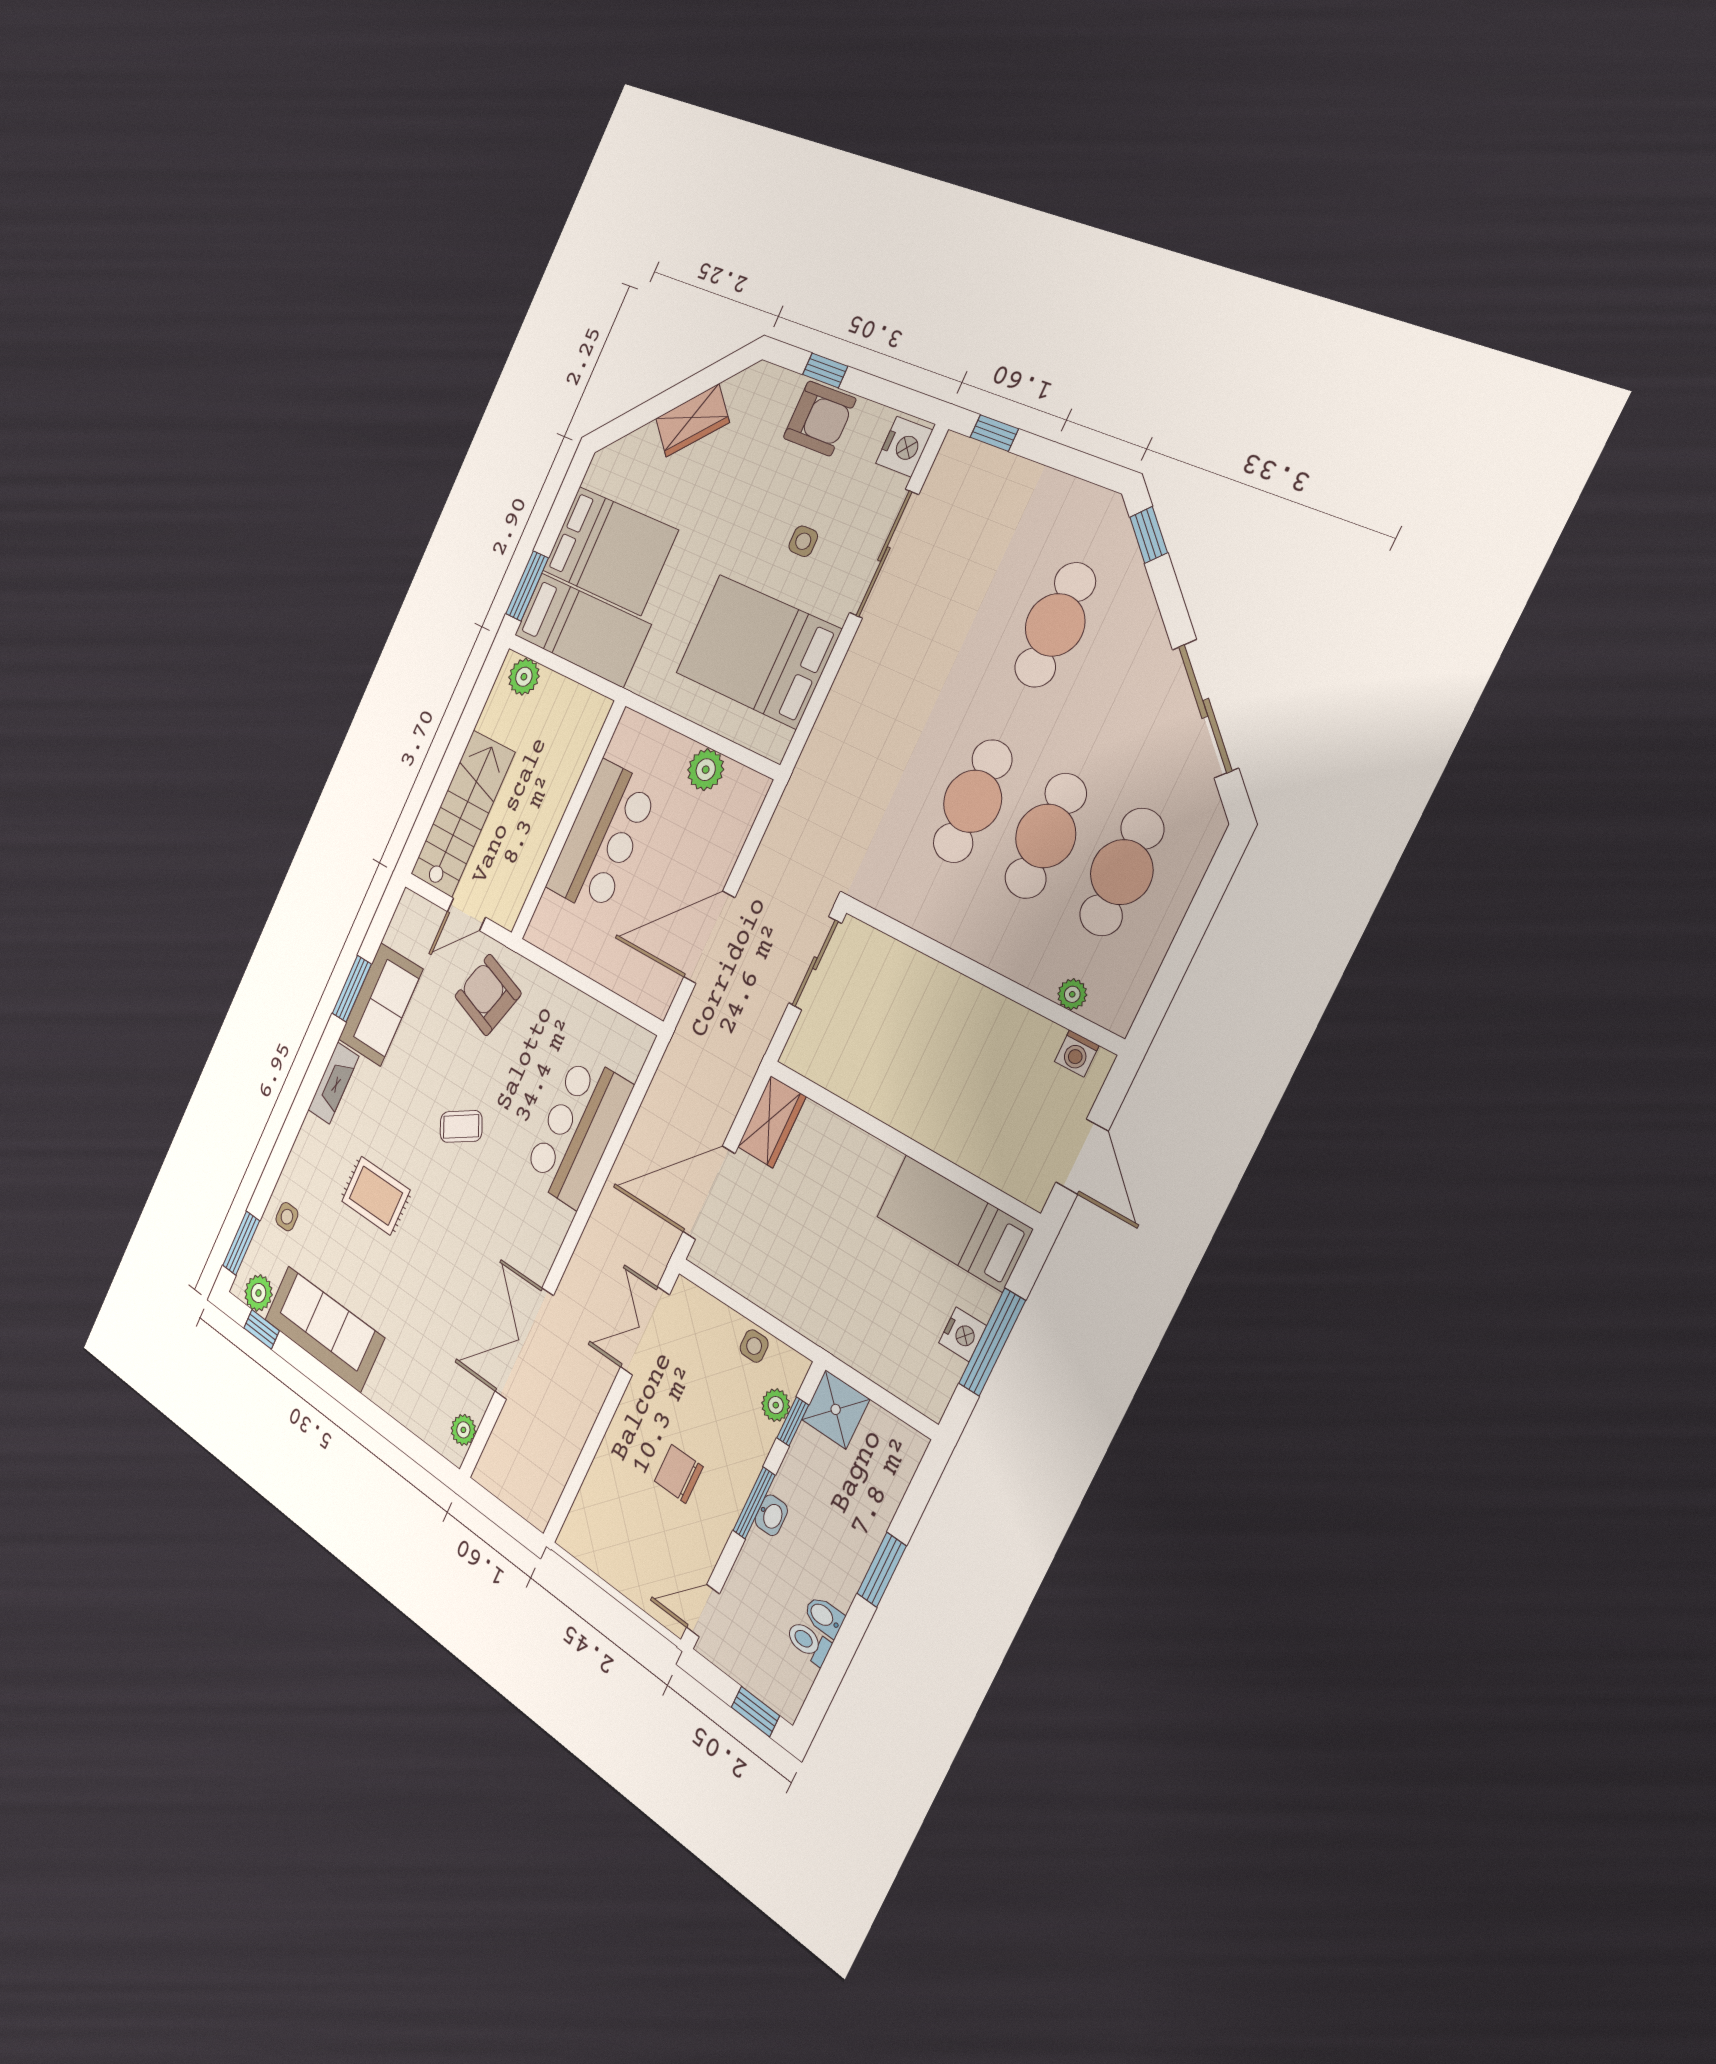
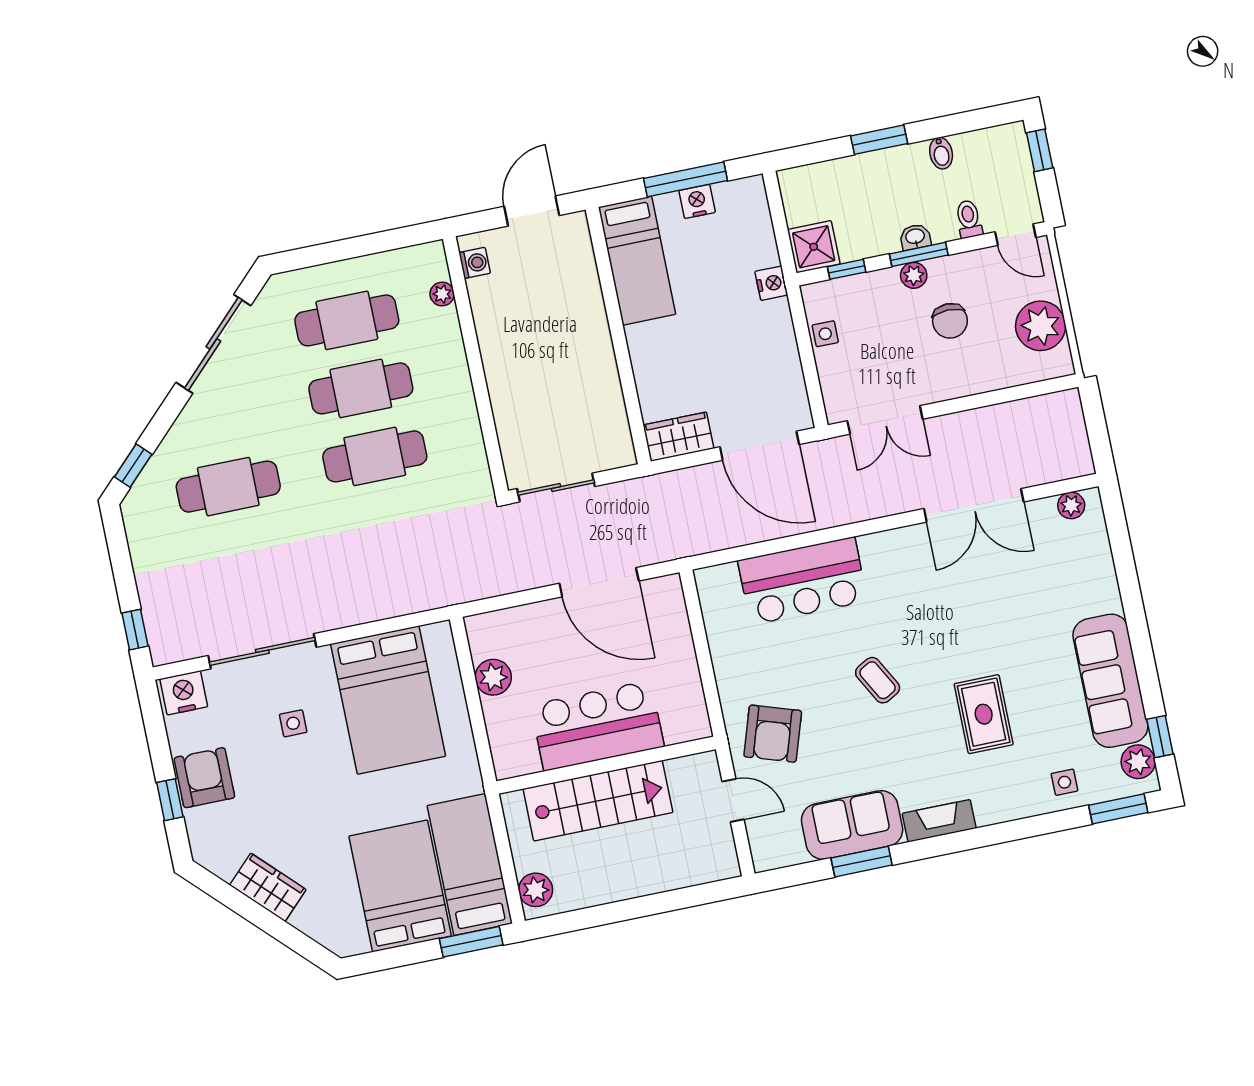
stairs: (463, 814) -> (598, 801), moved, turned 180
nightstand: (835, 1337) -> (771, 283), added
plant: (776, 1405) -> (914, 275), moved
plant: (614, 1553) -> (1041, 326), added
toilet: (809, 1642) -> (969, 219), moved, turned 180

